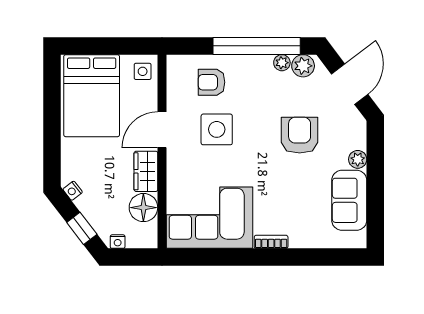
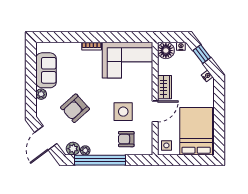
armchair: (212, 82) -> (126, 139), turned 180
armchair: (300, 135) -> (75, 108), turned 48
floor lamp: (143, 208) -> (166, 51), moved

